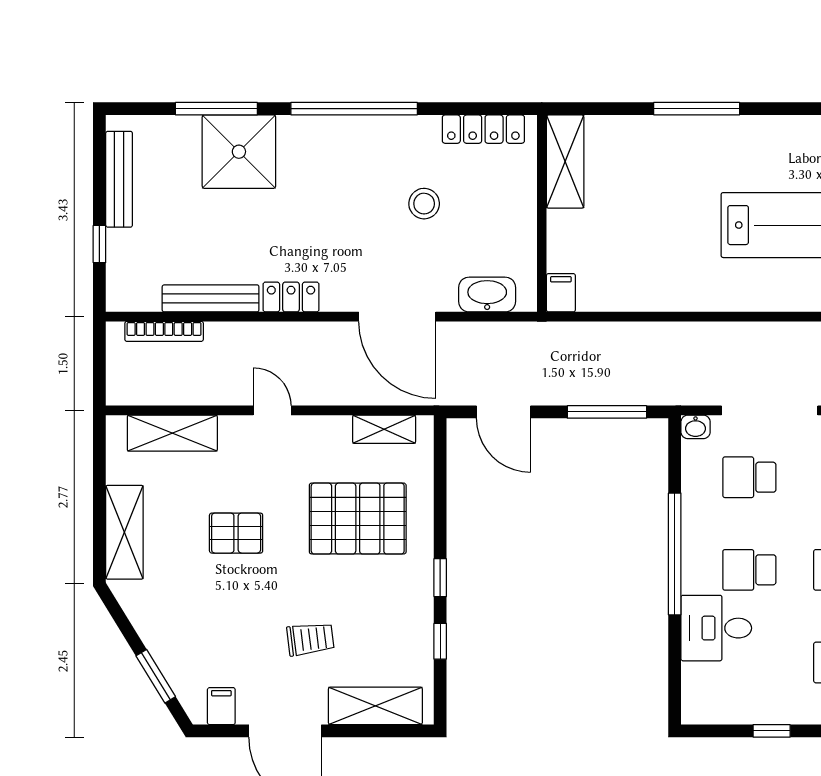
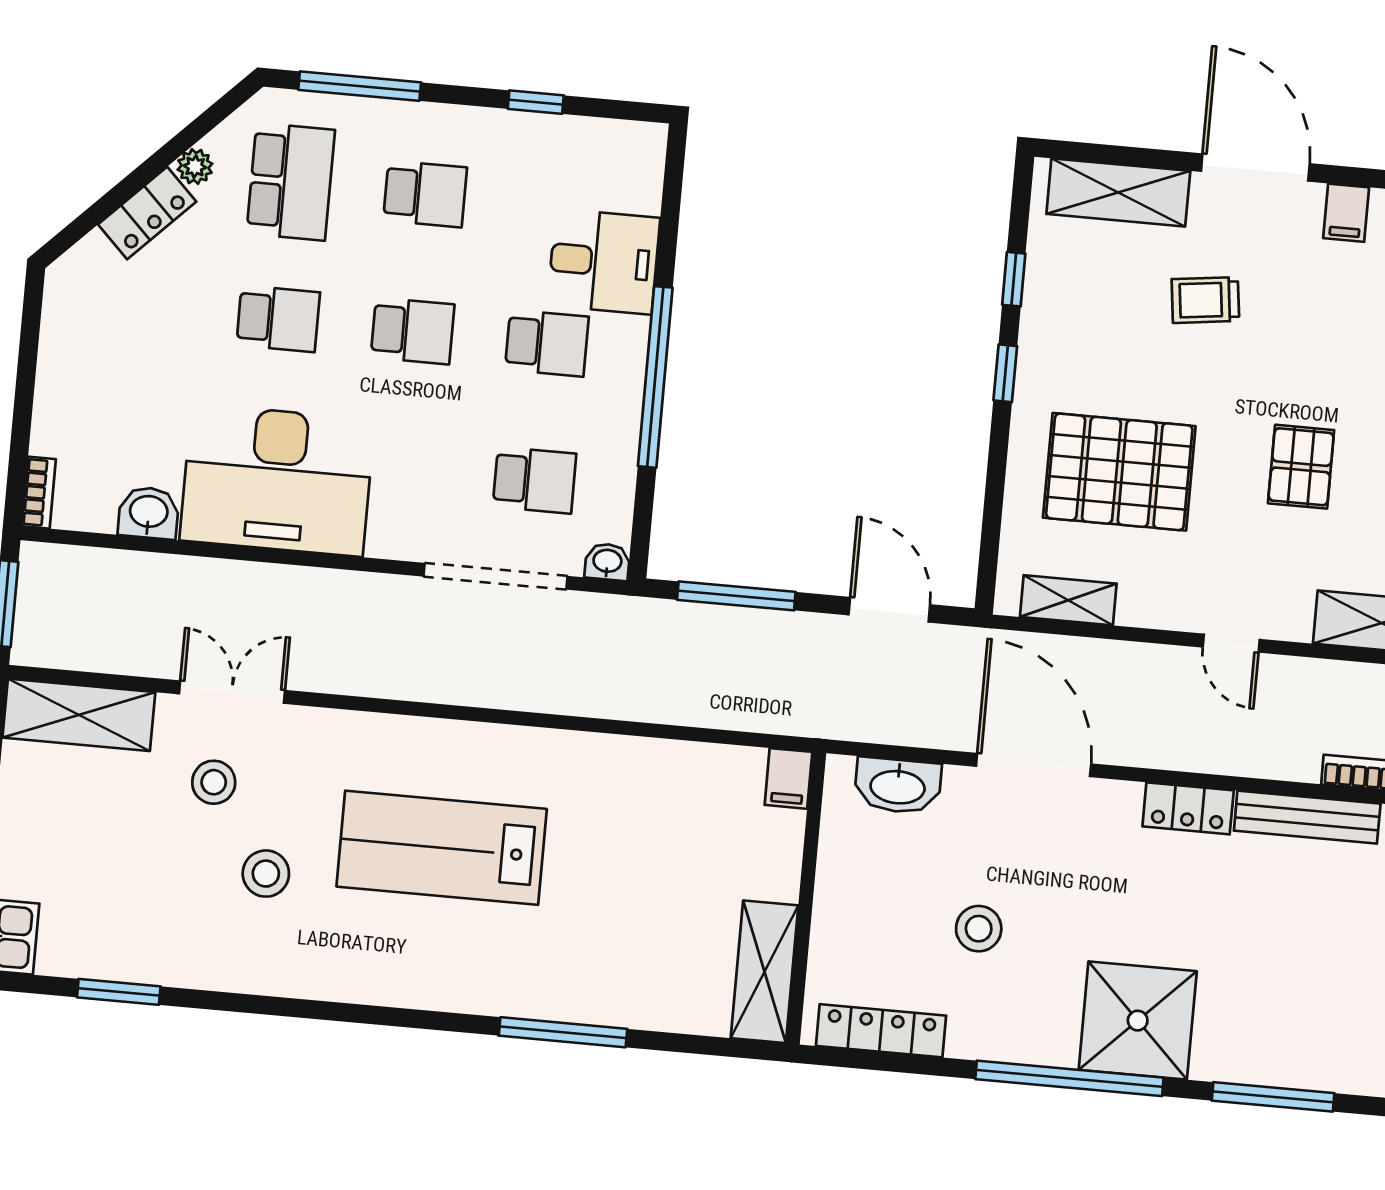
shower: (239, 152) -> (1138, 1021), moved
pallet: (236, 533) -> (1301, 467), turned 90

